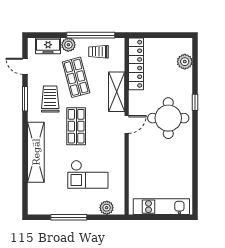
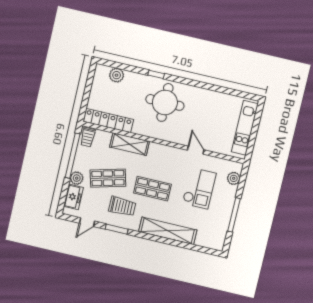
trolley: (99, 52) -> (88, 137), moved
trolley: (50, 99) -> (122, 206), turned 180
door: (127, 124) -> (196, 150), moved

